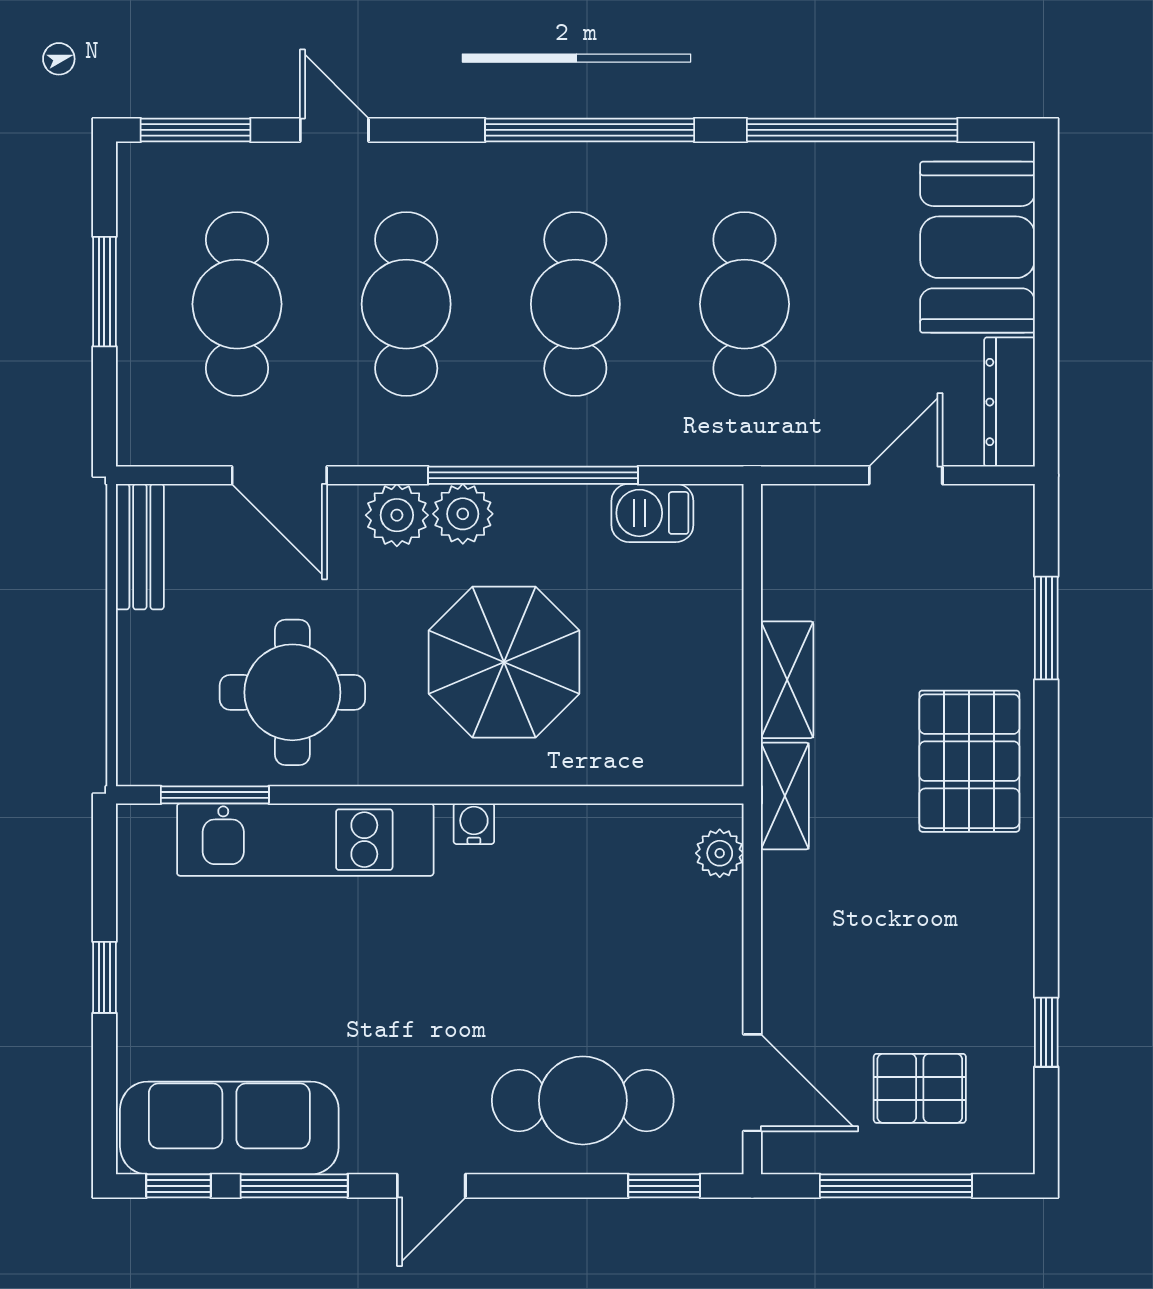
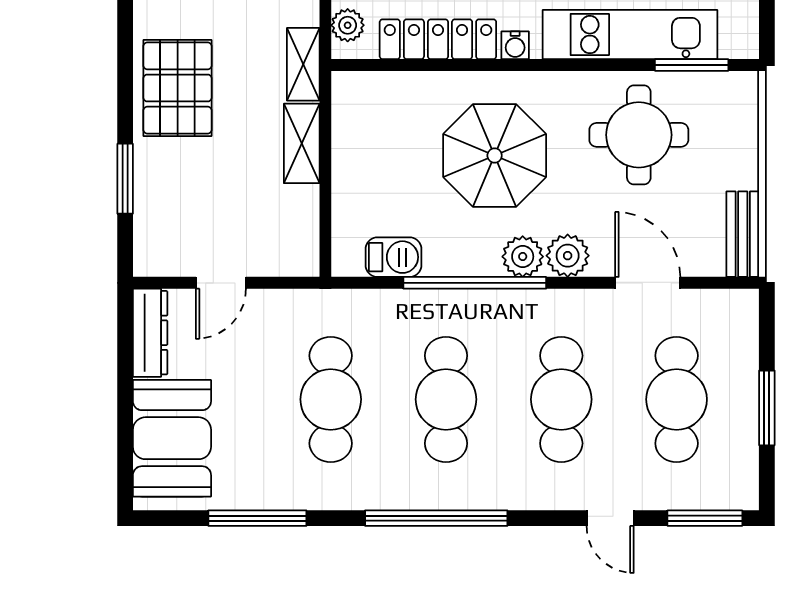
window: (852, 130) -> (257, 518), width x0.68
locker: (587, 833) -> (438, 39), added

